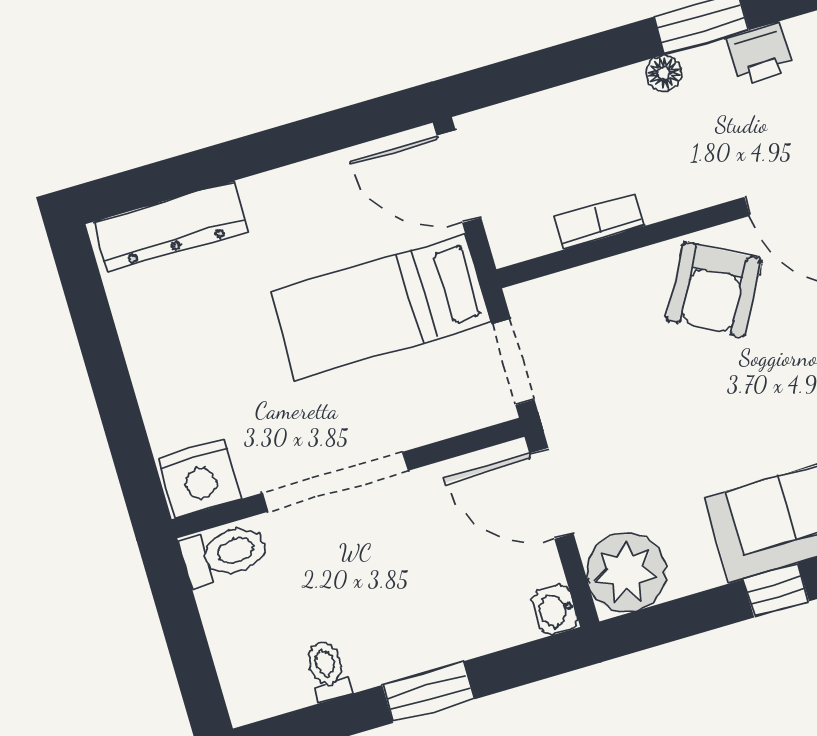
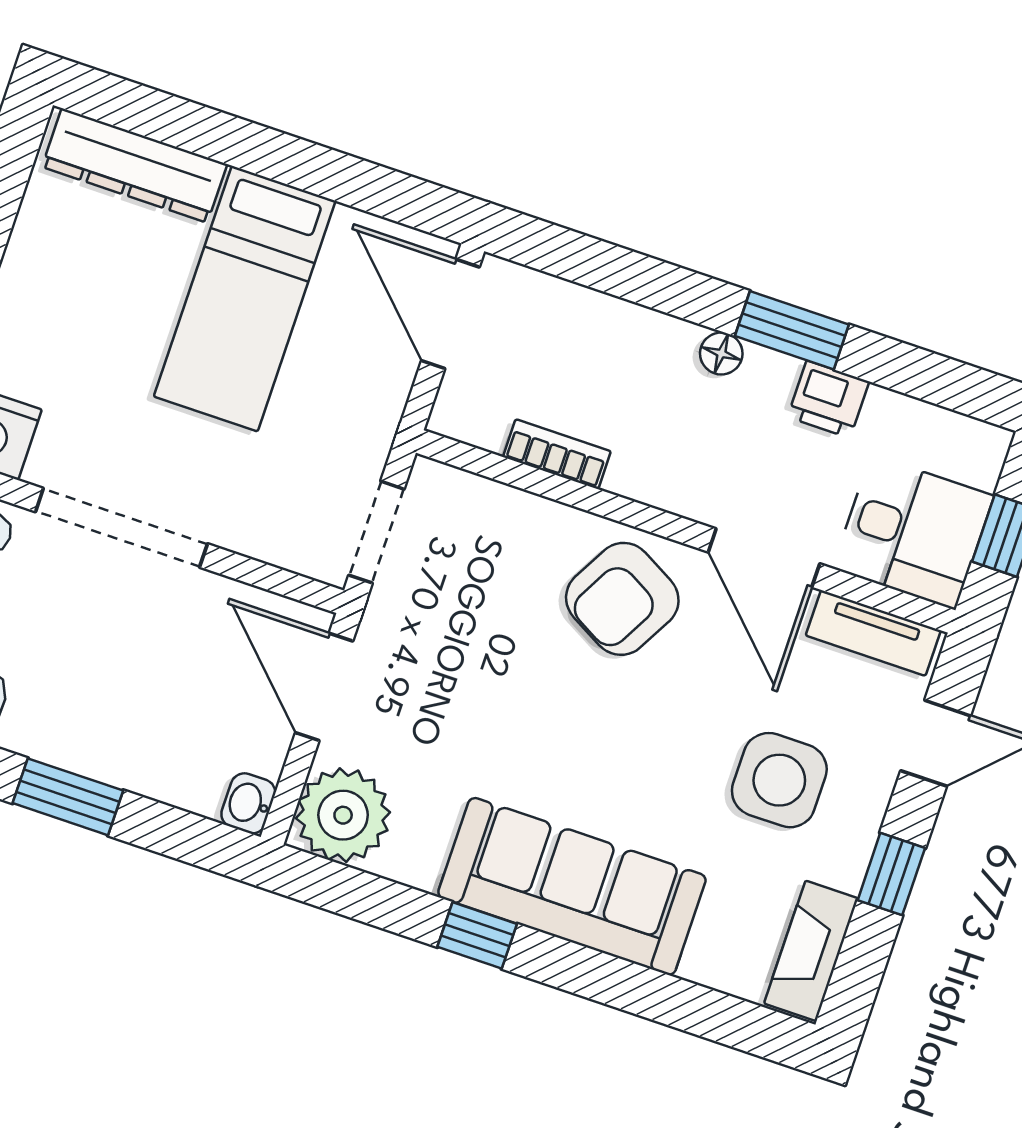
bed: (380, 307) -> (245, 299), moved, turned -90

